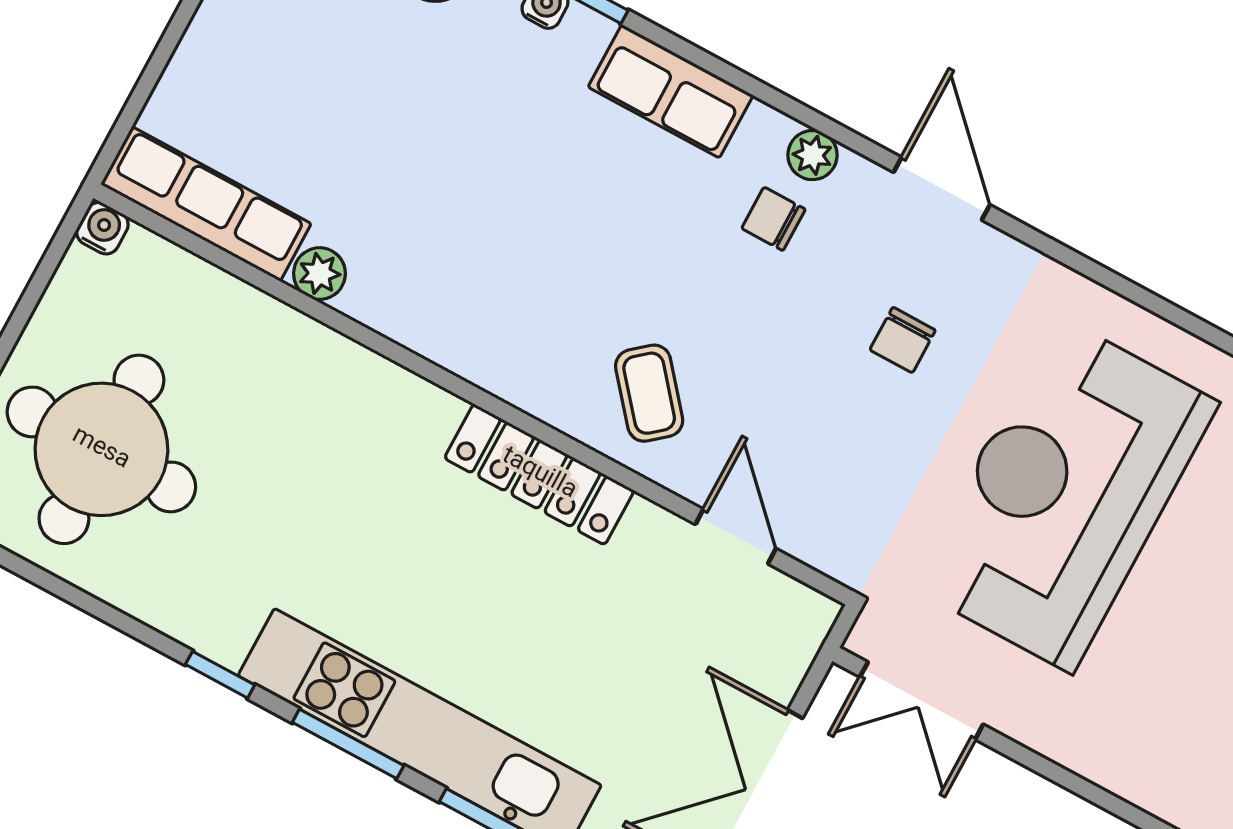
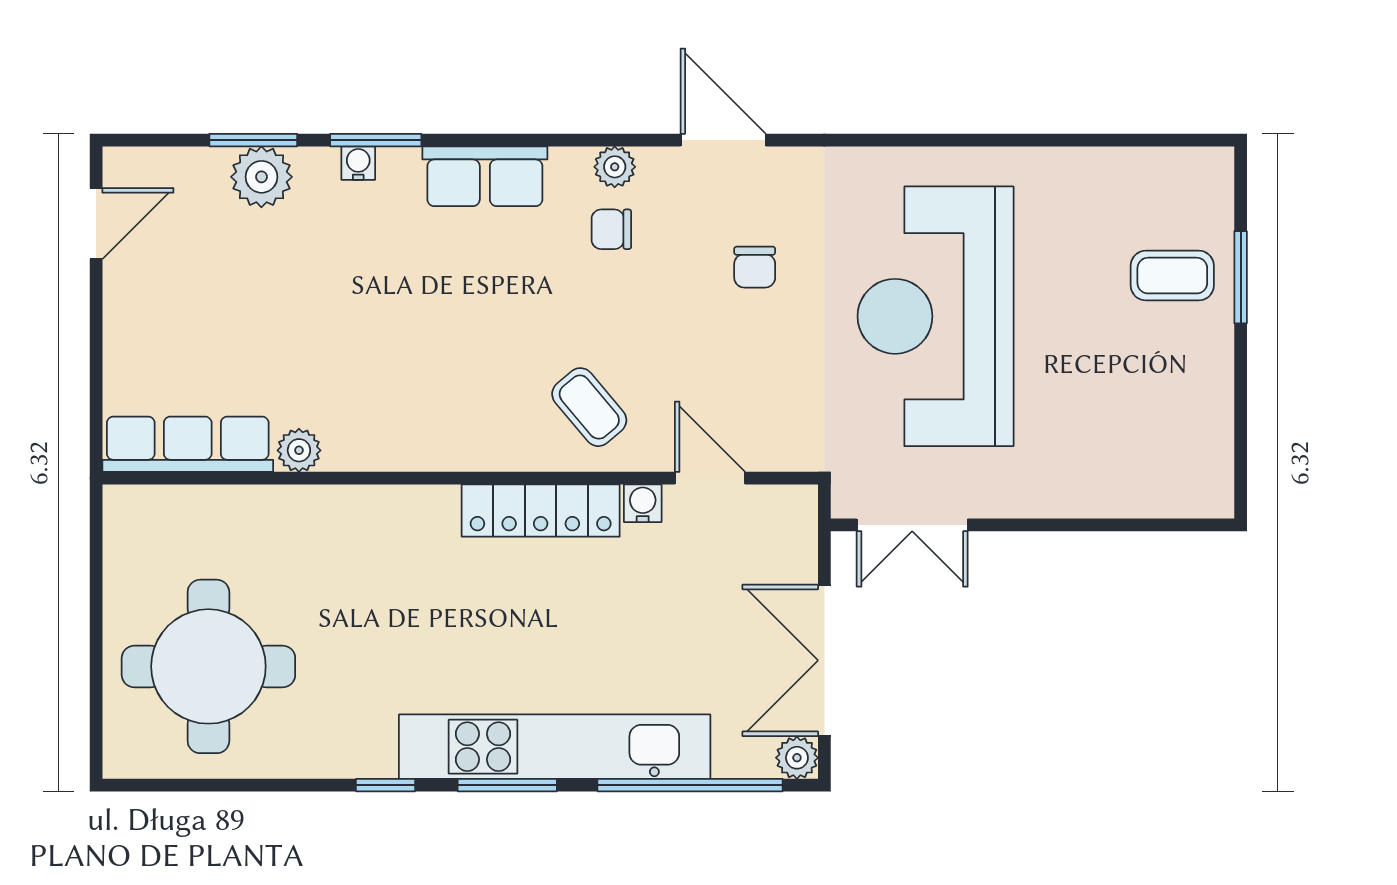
water cooler: (102, 228) -> (643, 503), moved

